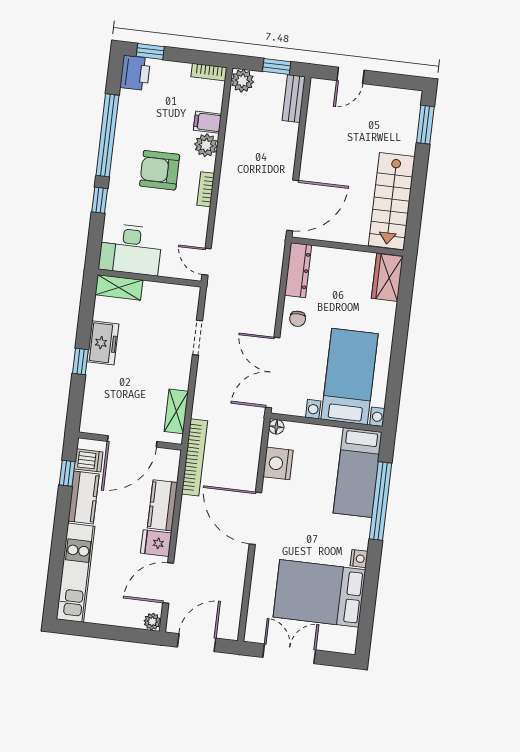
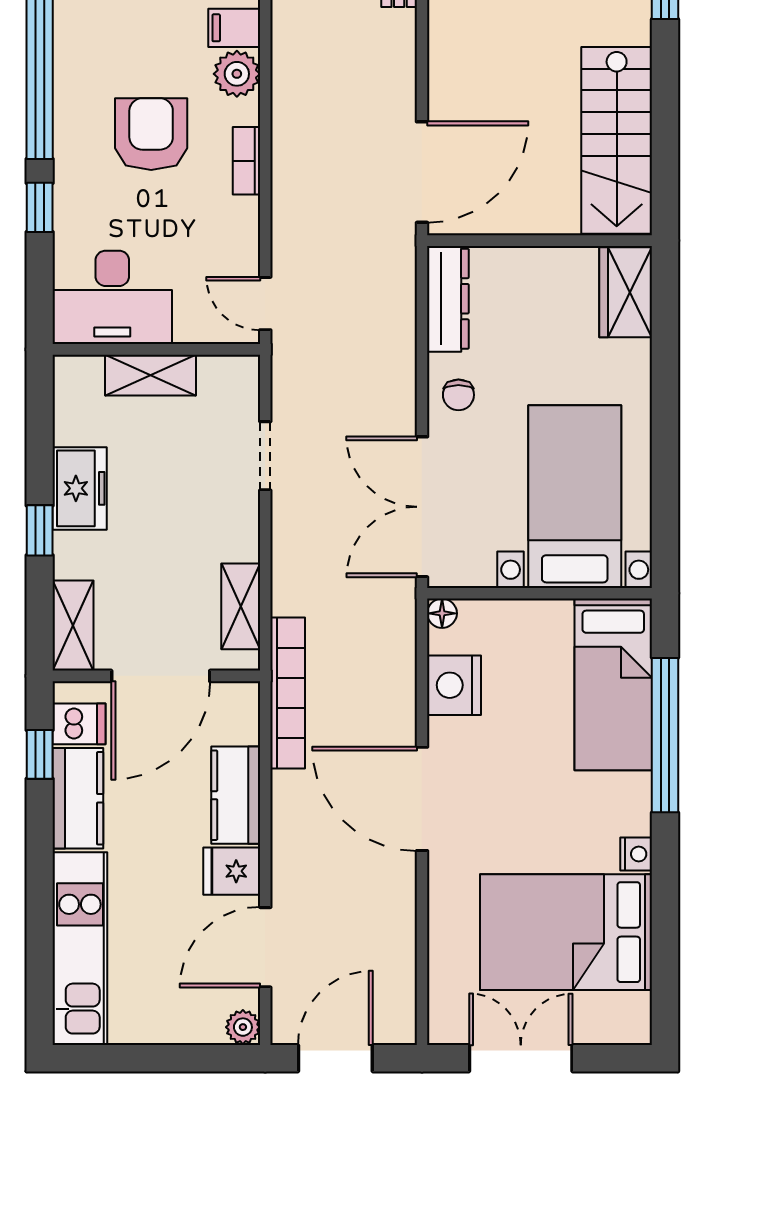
armchair: (160, 170) -> (151, 134), turned 90
shelving: (119, 287) -> (150, 375), moved
shelving: (91, 411) -> (73, 626), added

